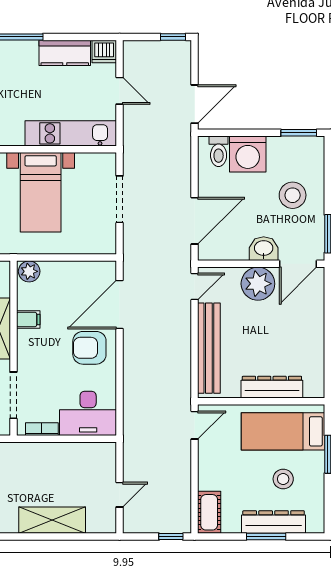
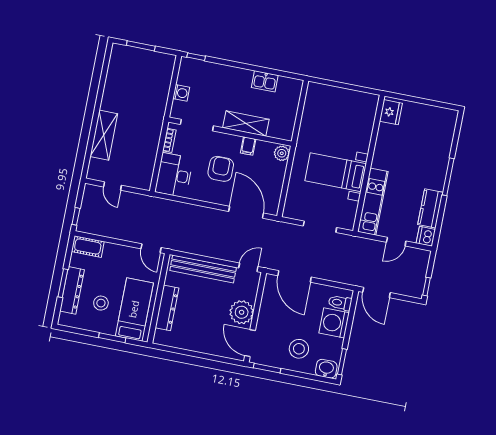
washbasin: (264, 249) -> (326, 369), moved, turned -90
door: (195, 287) -> (248, 267), swing flipped
armchair: (89, 348) -> (221, 169), moved

